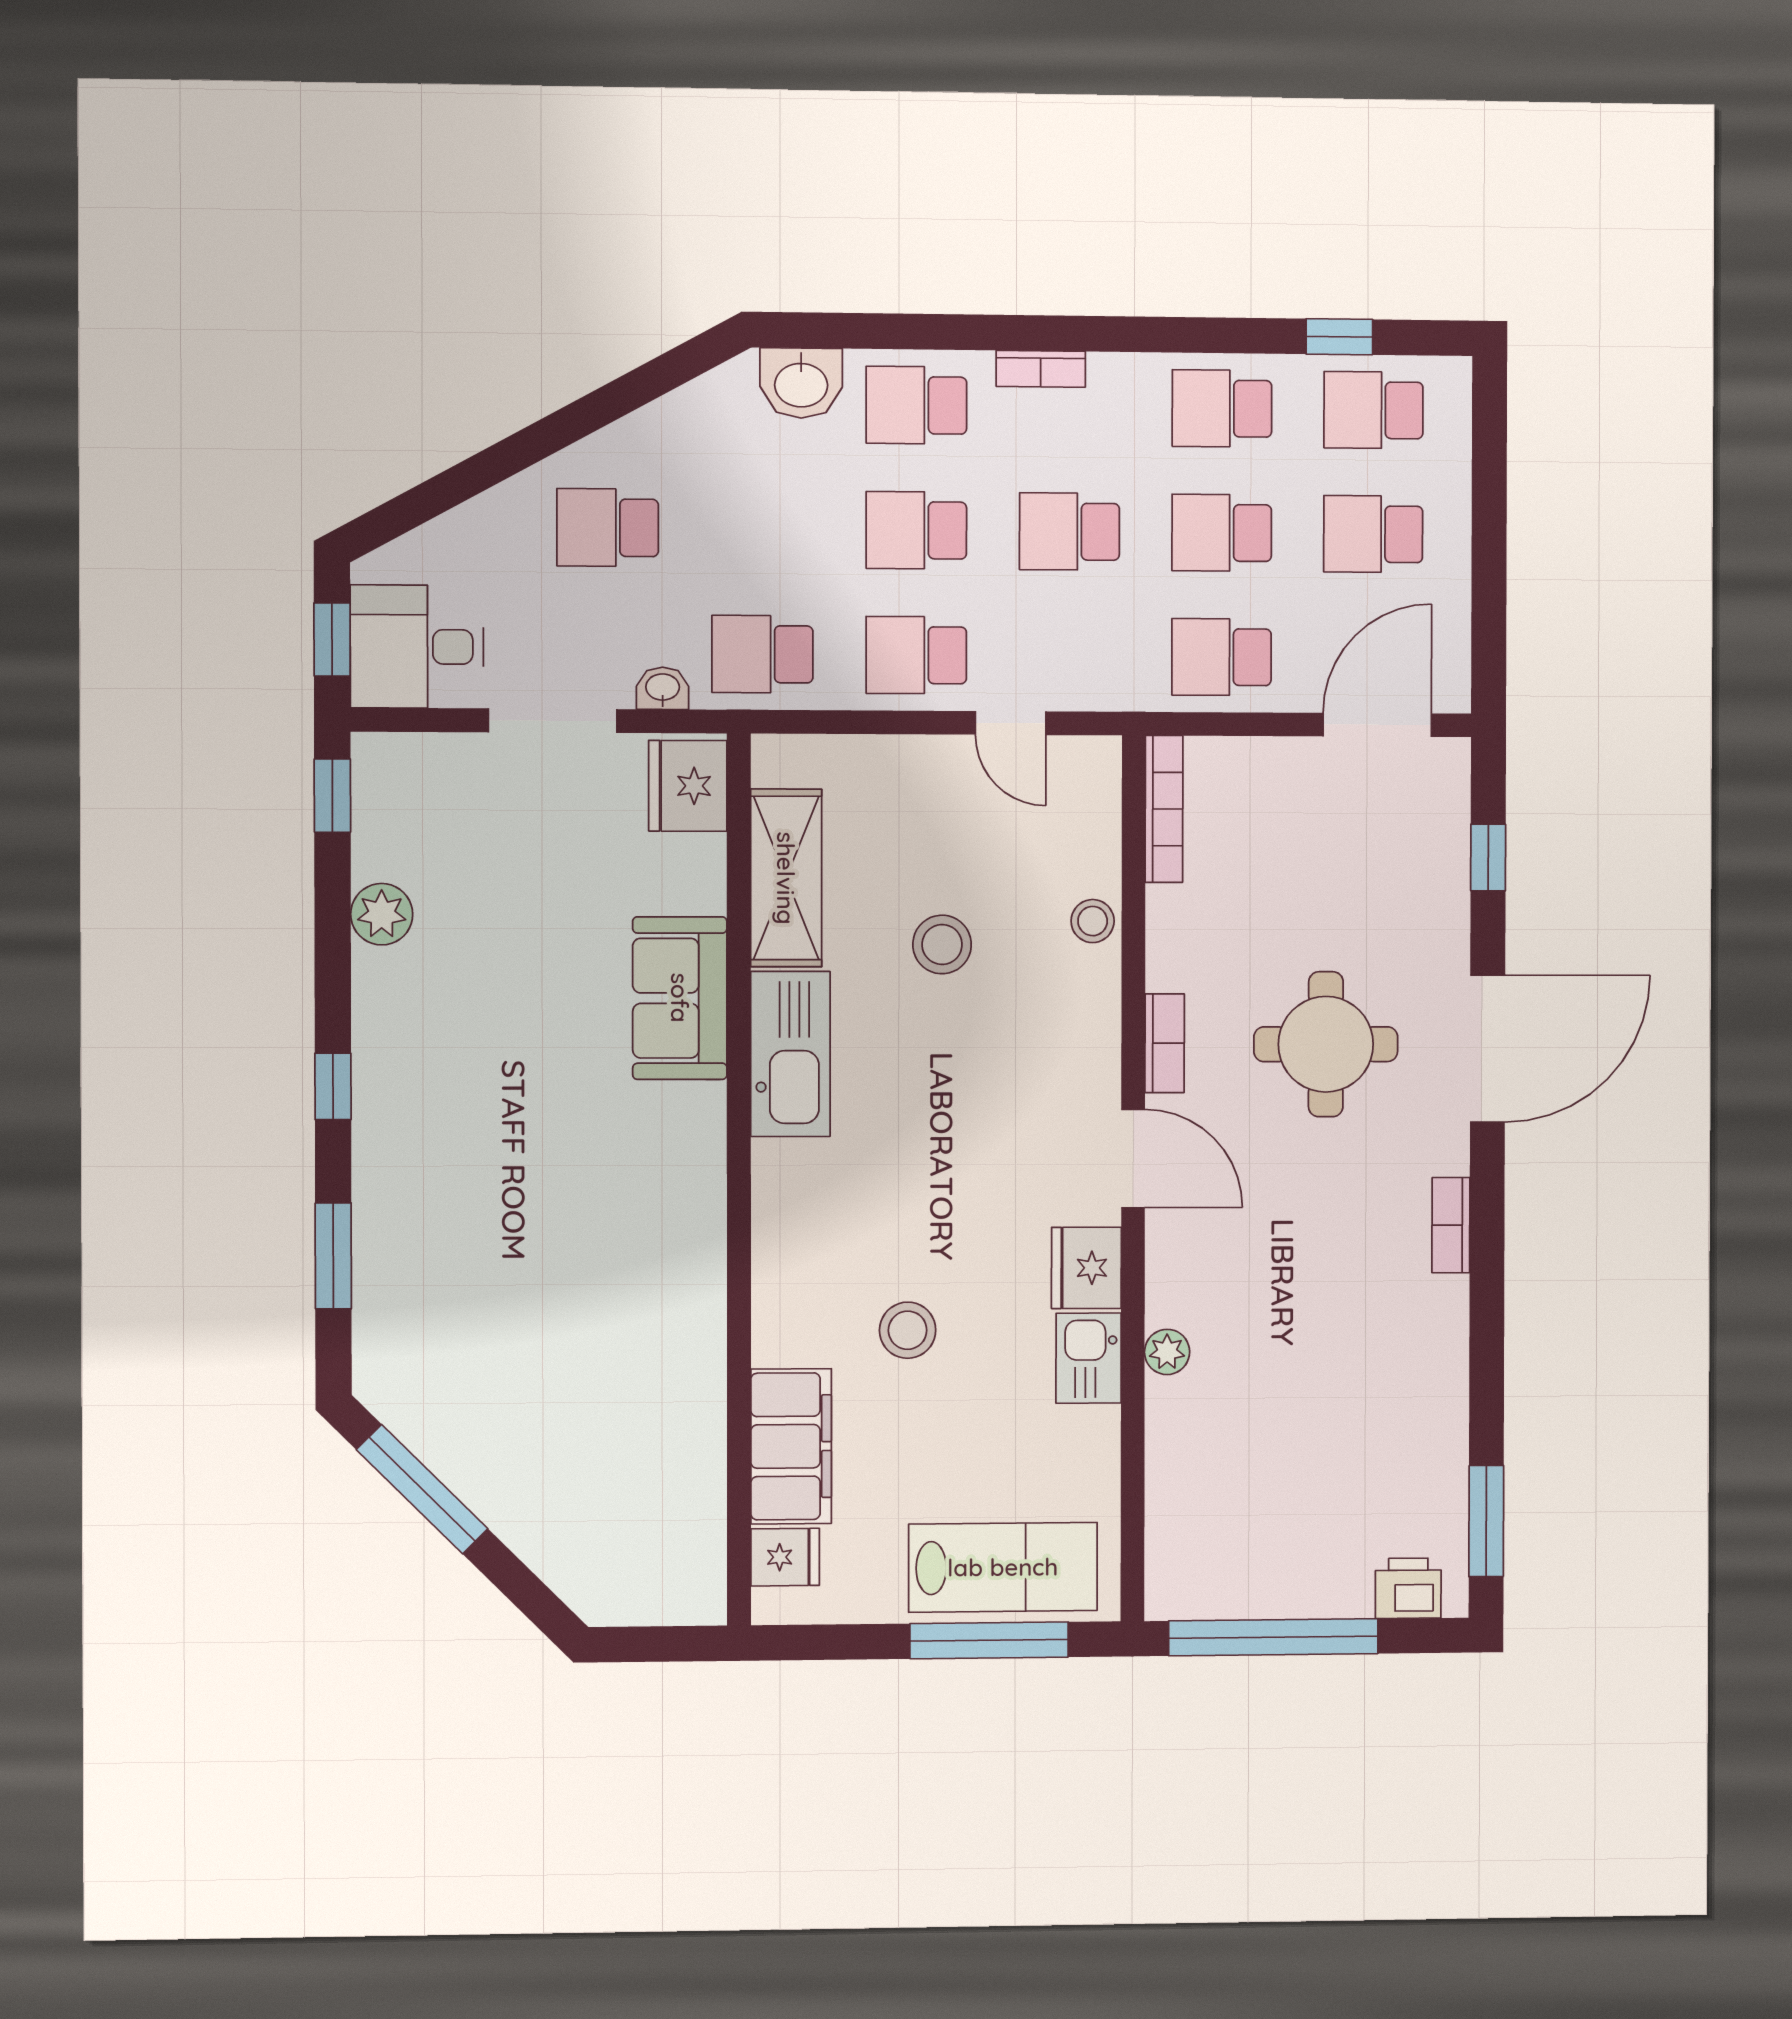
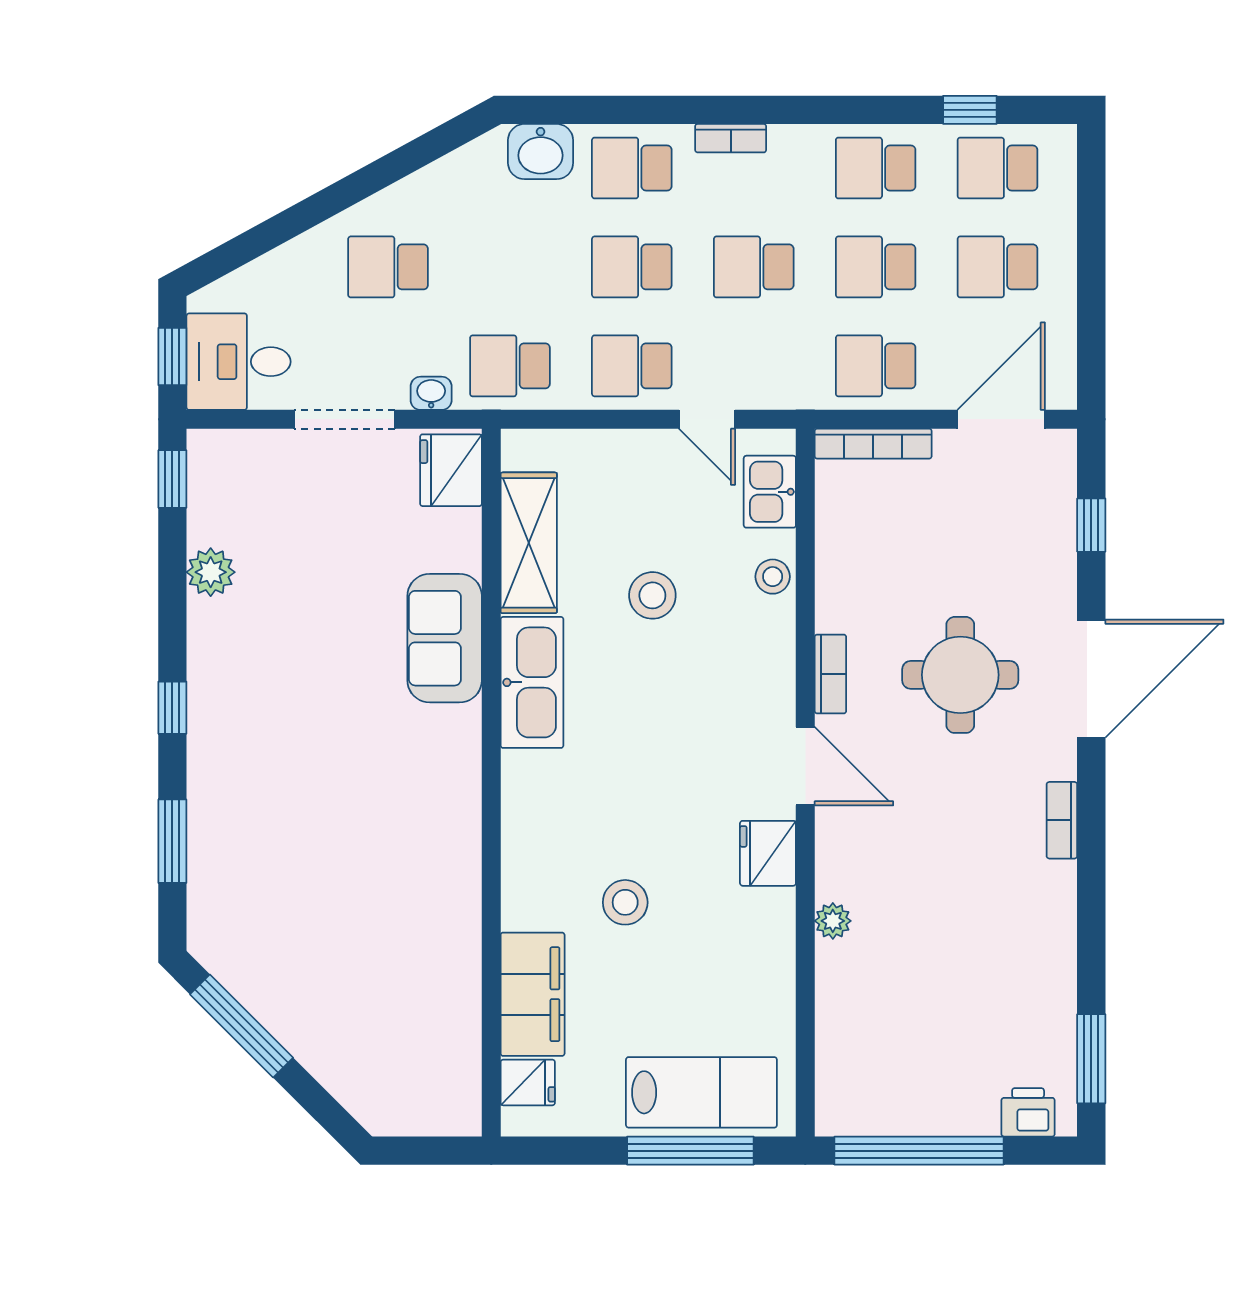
bookcase: (1164, 809) -> (873, 444), moved, turned 90
kitchen sink: (1089, 1358) -> (770, 492), moved

